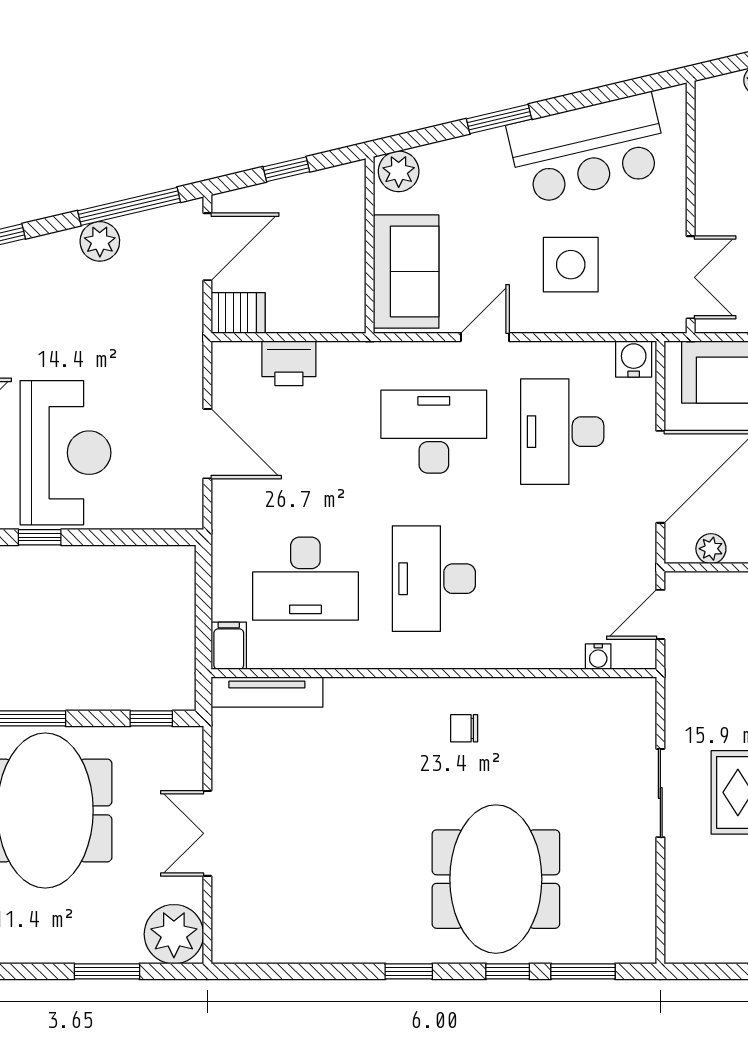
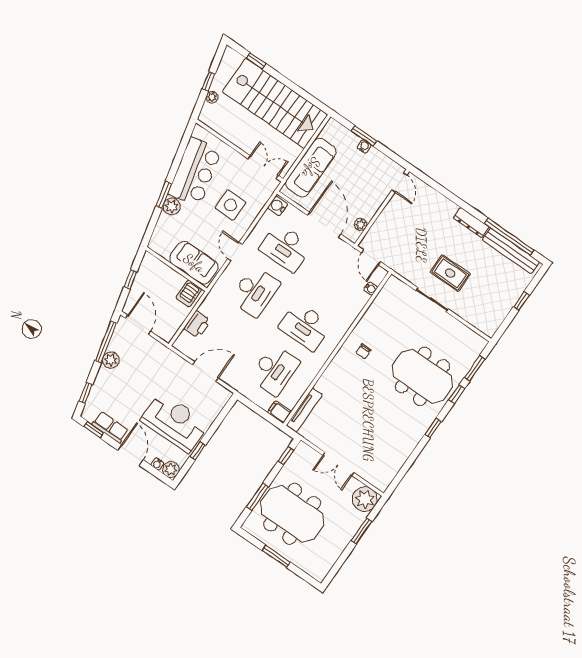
plant: (399, 171) -> (172, 206), moved
server rack: (238, 313) -> (189, 293), moved, turned 180
desk: (434, 432) -> (255, 291), turned 180

